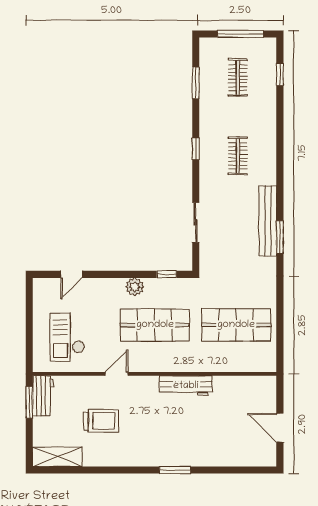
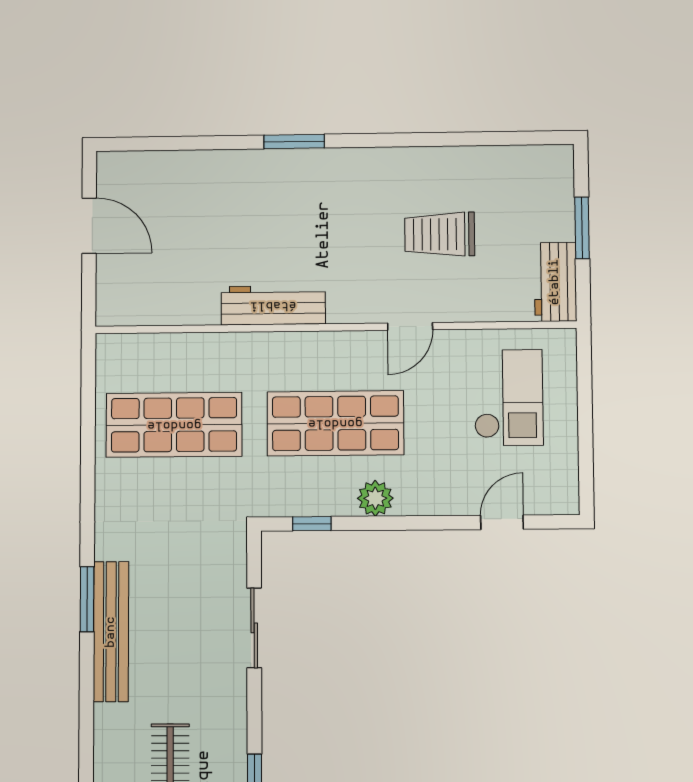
window: (29, 402) -> (582, 228), moved
shelving: (57, 457) -> (525, 164), removed

